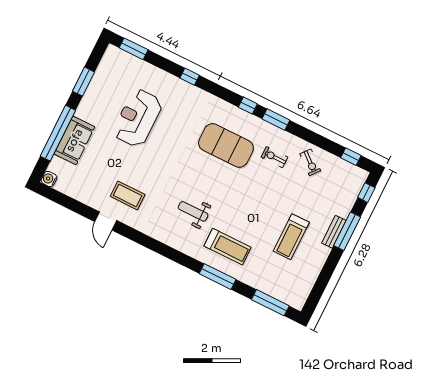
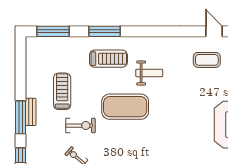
exercise mat: (226, 145) -> (125, 107), moved
exercise bike: (274, 157) -> (81, 126), moved, width x1.38, depth x1.39
treadmill: (228, 247) -> (108, 59), turned 180

